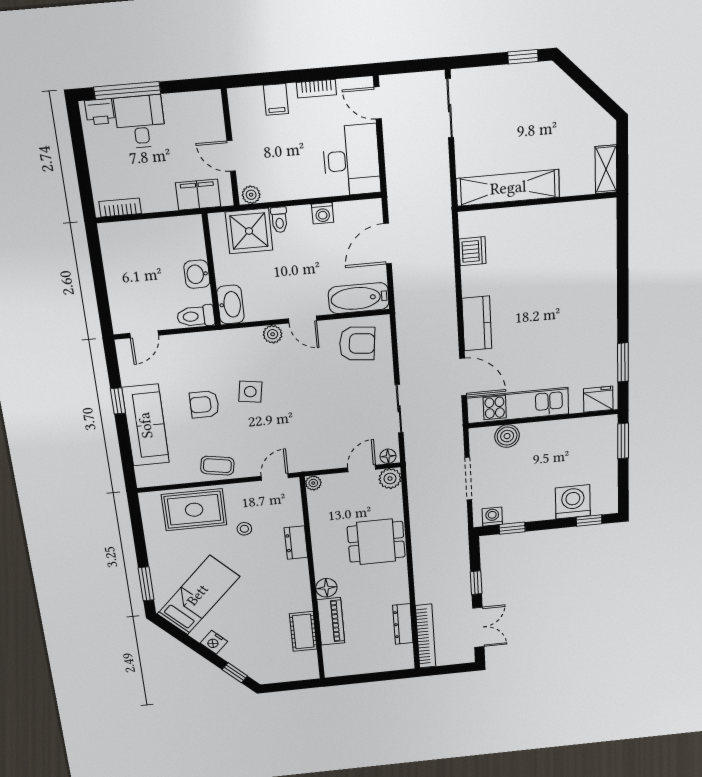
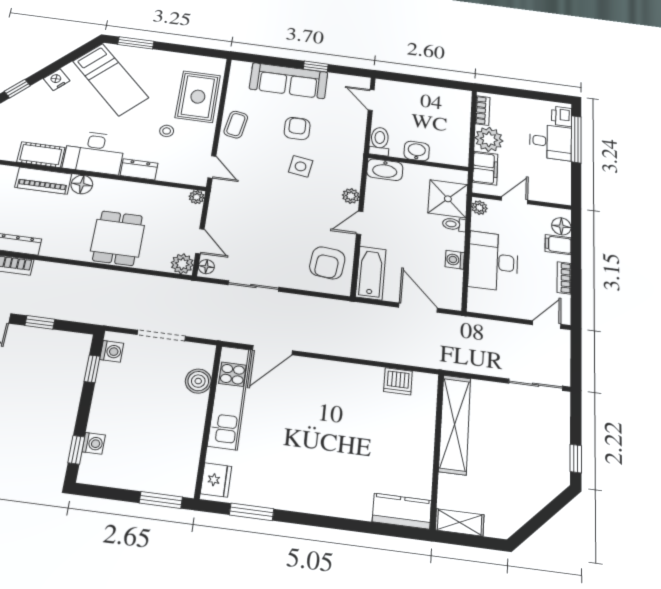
floor lamp: (251, 98) -> (561, 226), added
desk: (352, 160) -> (493, 261), moved, turned 90
plant: (158, 195) -> (489, 139), added
kitchen counter: (477, 323) -> (402, 511), moved, turned 180
washing machine: (573, 502) -> (94, 443), width x0.53, depth x0.53
desk: (288, 587) -> (94, 152), added

